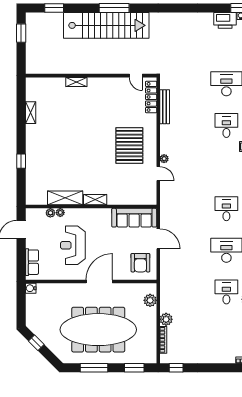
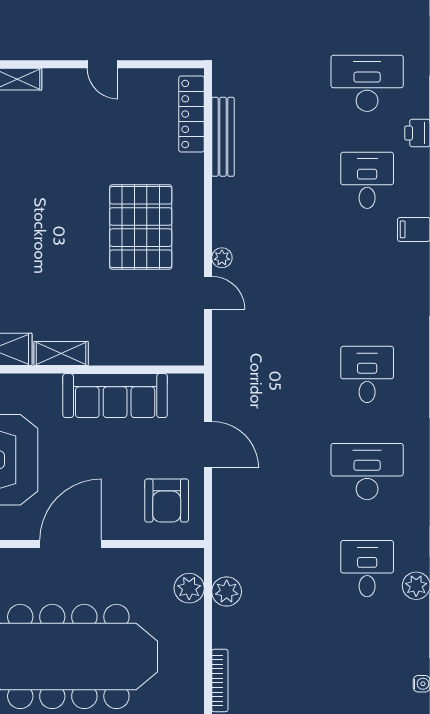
door: (136, 76) -> (102, 64), moved
sofa: (134, 218) -> (115, 396), moved
plant: (166, 319) -> (227, 591), moved

